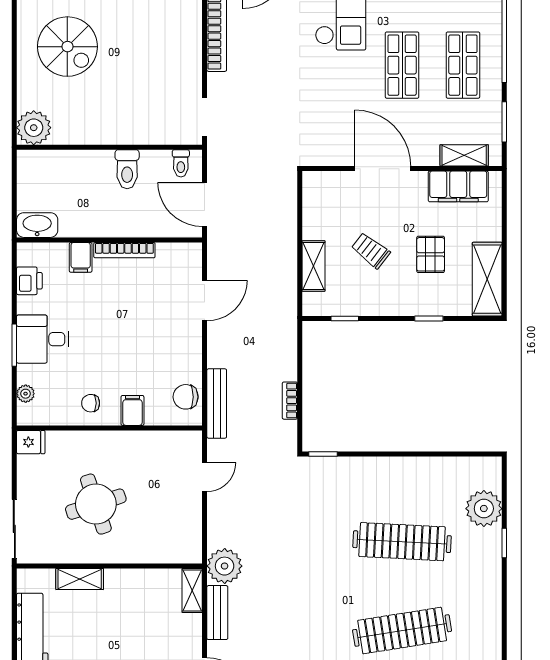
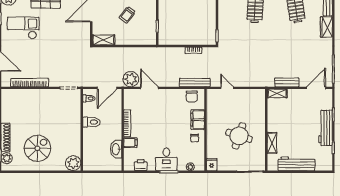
washbasin: (37, 225) -> (116, 149), moved
shelving: (314, 266) -> (103, 40), moved
filing cabinet: (132, 410) -> (198, 120), width x2.00
round table: (96, 504) -> (239, 136), turned 36
plant: (225, 566) -> (131, 79), moved

